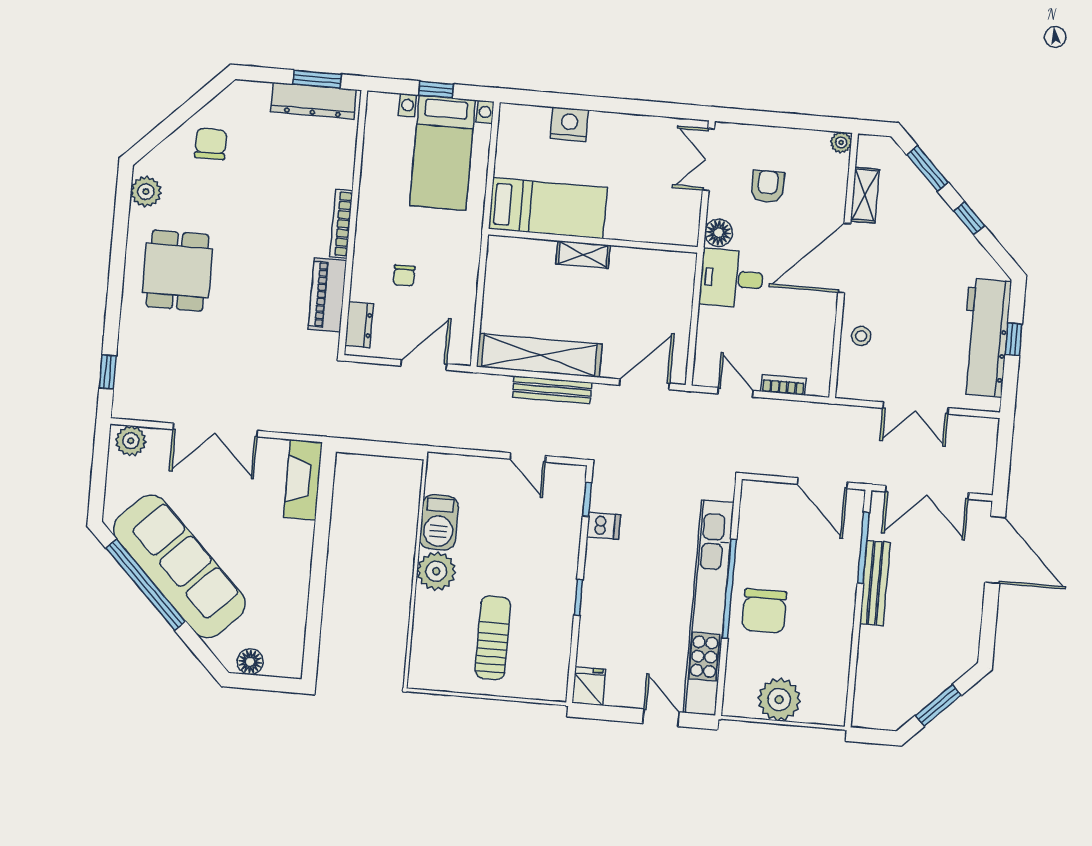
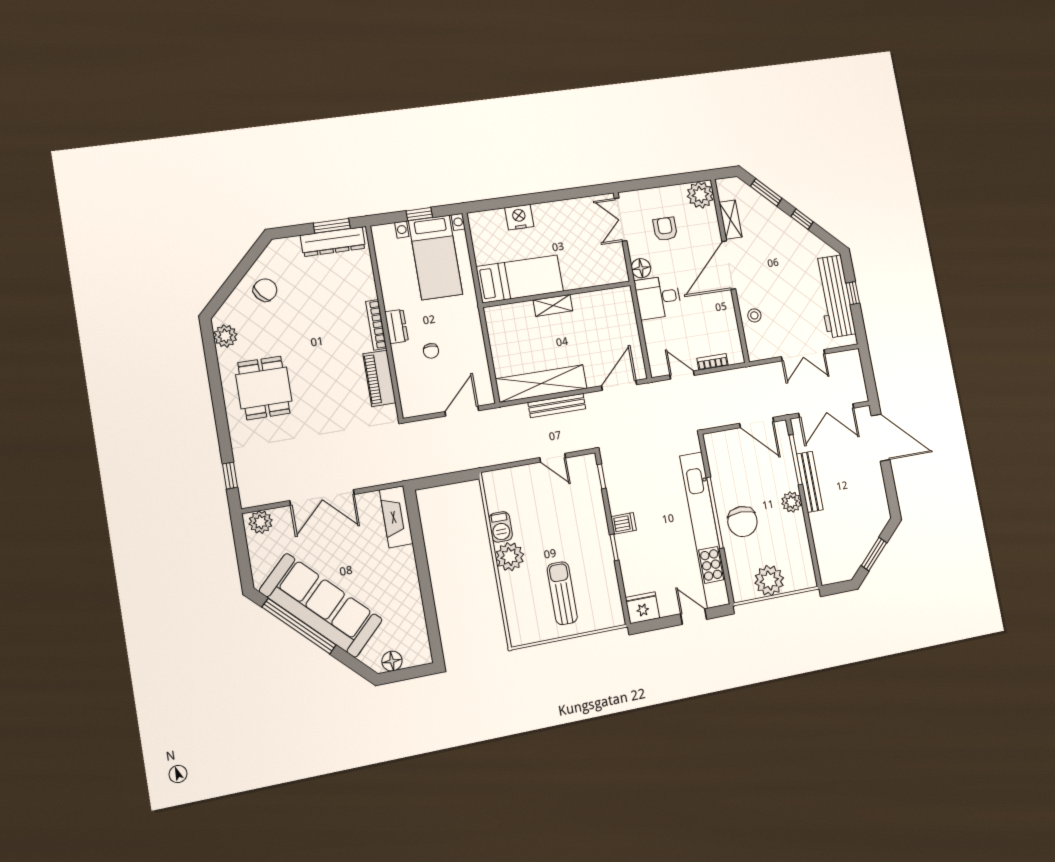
plant: (841, 142) -> (700, 195), width x1.88, depth x1.88
chair: (211, 144) -> (265, 290), turned 51
dresser: (359, 325) -> (397, 326), moved
barbecue: (439, 522) -> (501, 527), width x0.73, depth x0.79
dishwasher: (604, 526) -> (624, 523), moved
plant: (841, 603) -> (792, 502), added
fridge: (589, 686) -> (642, 608), width x1.38

